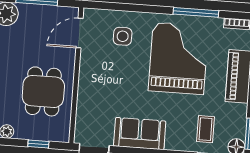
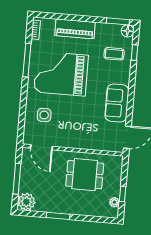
window: (38, 144) -> (123, 194), moved

